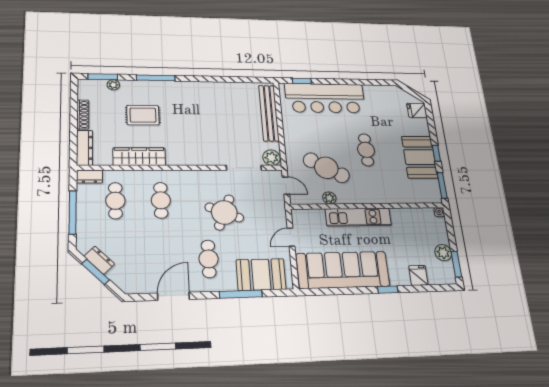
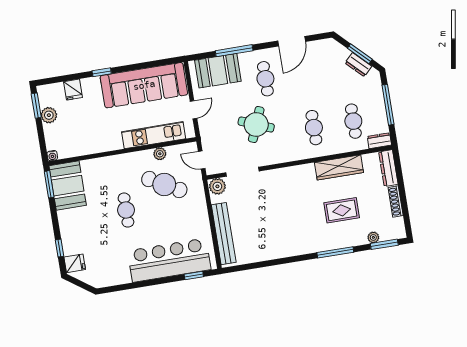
window: (436, 153) -> (59, 248), moved
booth: (420, 157) -> (68, 186), moved
kitchen unit: (358, 217) -> (154, 135), moved

